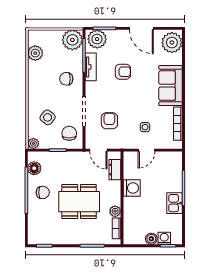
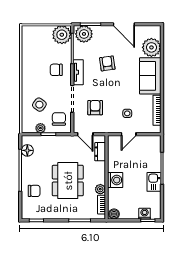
plant: (172, 43) -> (151, 47), moved
plant: (35, 53) -> (28, 47), removed
tv unit: (91, 67) -> (78, 72), moved
armchair: (123, 72) -> (107, 63), turned -98
plant: (33, 143) -> (40, 128), moved
washing machine: (132, 188) -> (115, 180), moved
chair: (43, 192) -> (34, 191), moved
dining table: (79, 202) -> (68, 181), turned 90
boiler: (151, 239) -> (114, 214), moved

